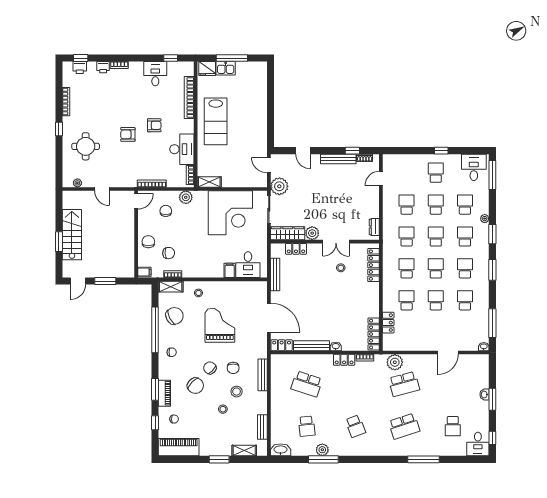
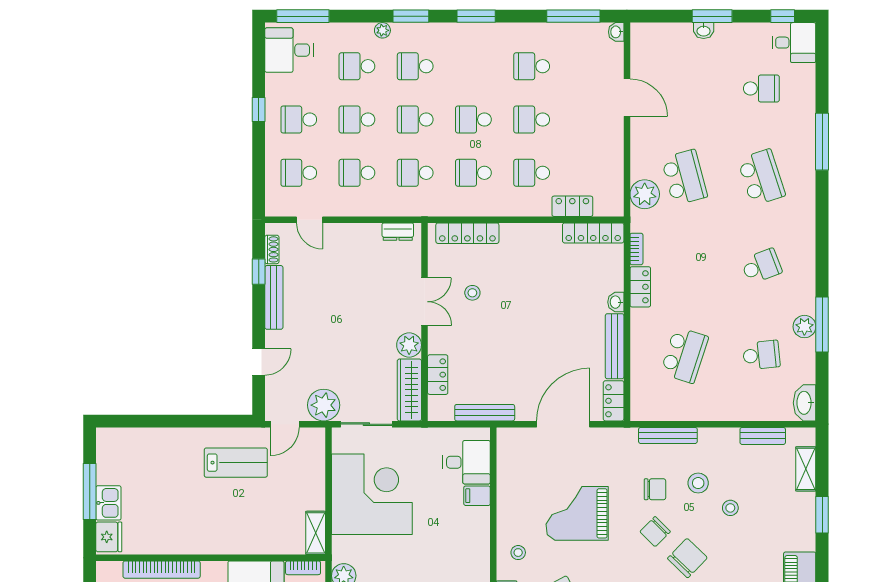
lab bench: (216, 121) -> (236, 463), moved, width x0.73, depth x0.72
school desk: (465, 268) -> (299, 173), moved

